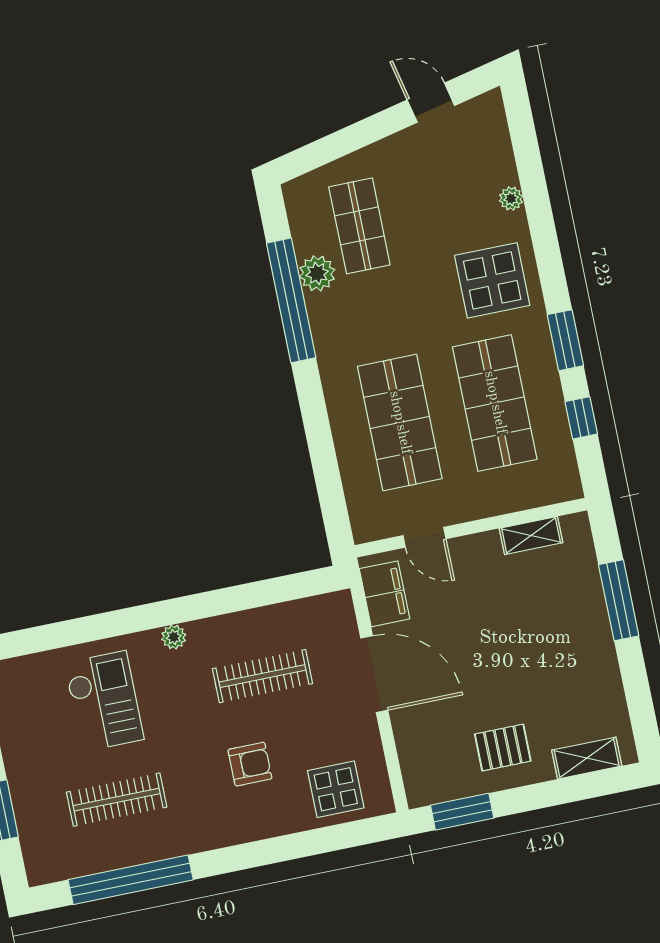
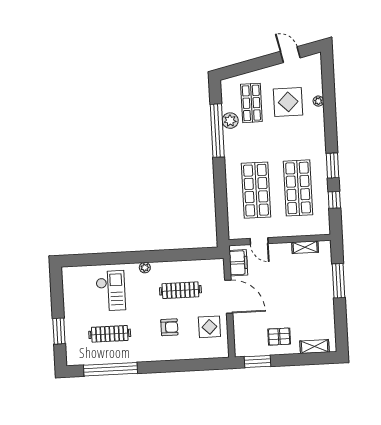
display table: (492, 280) -> (288, 102), moved
display table: (336, 789) -> (209, 327), moved

